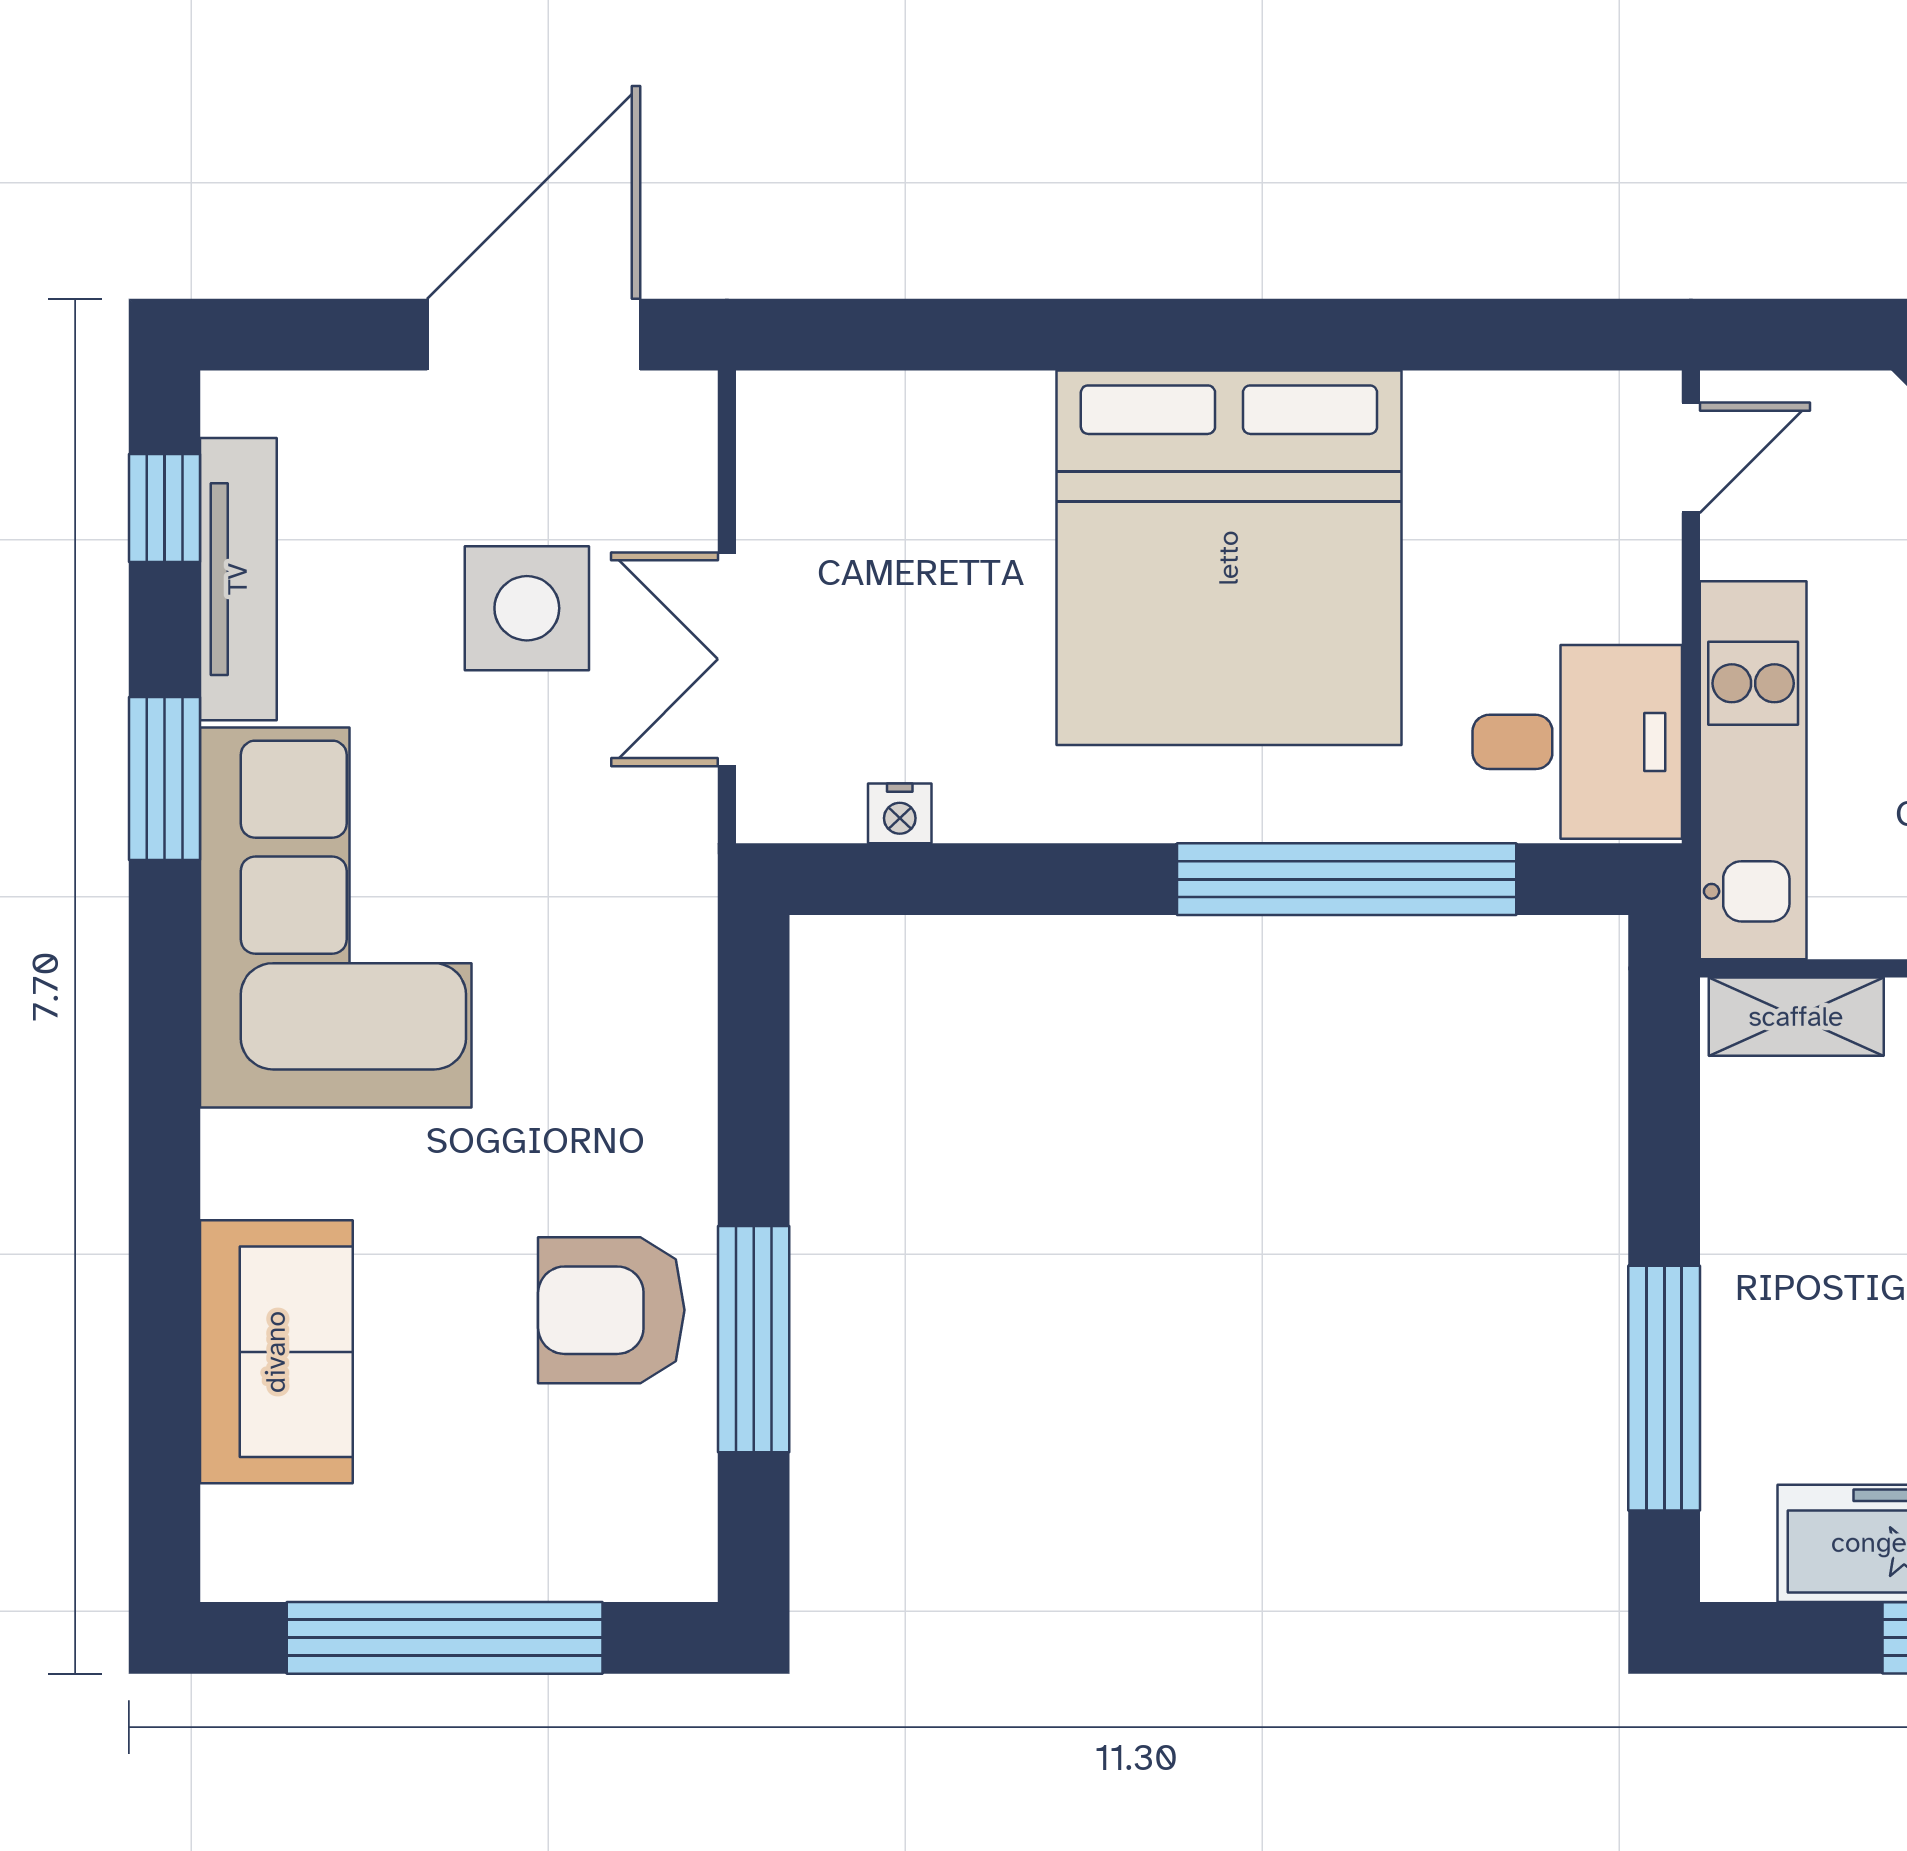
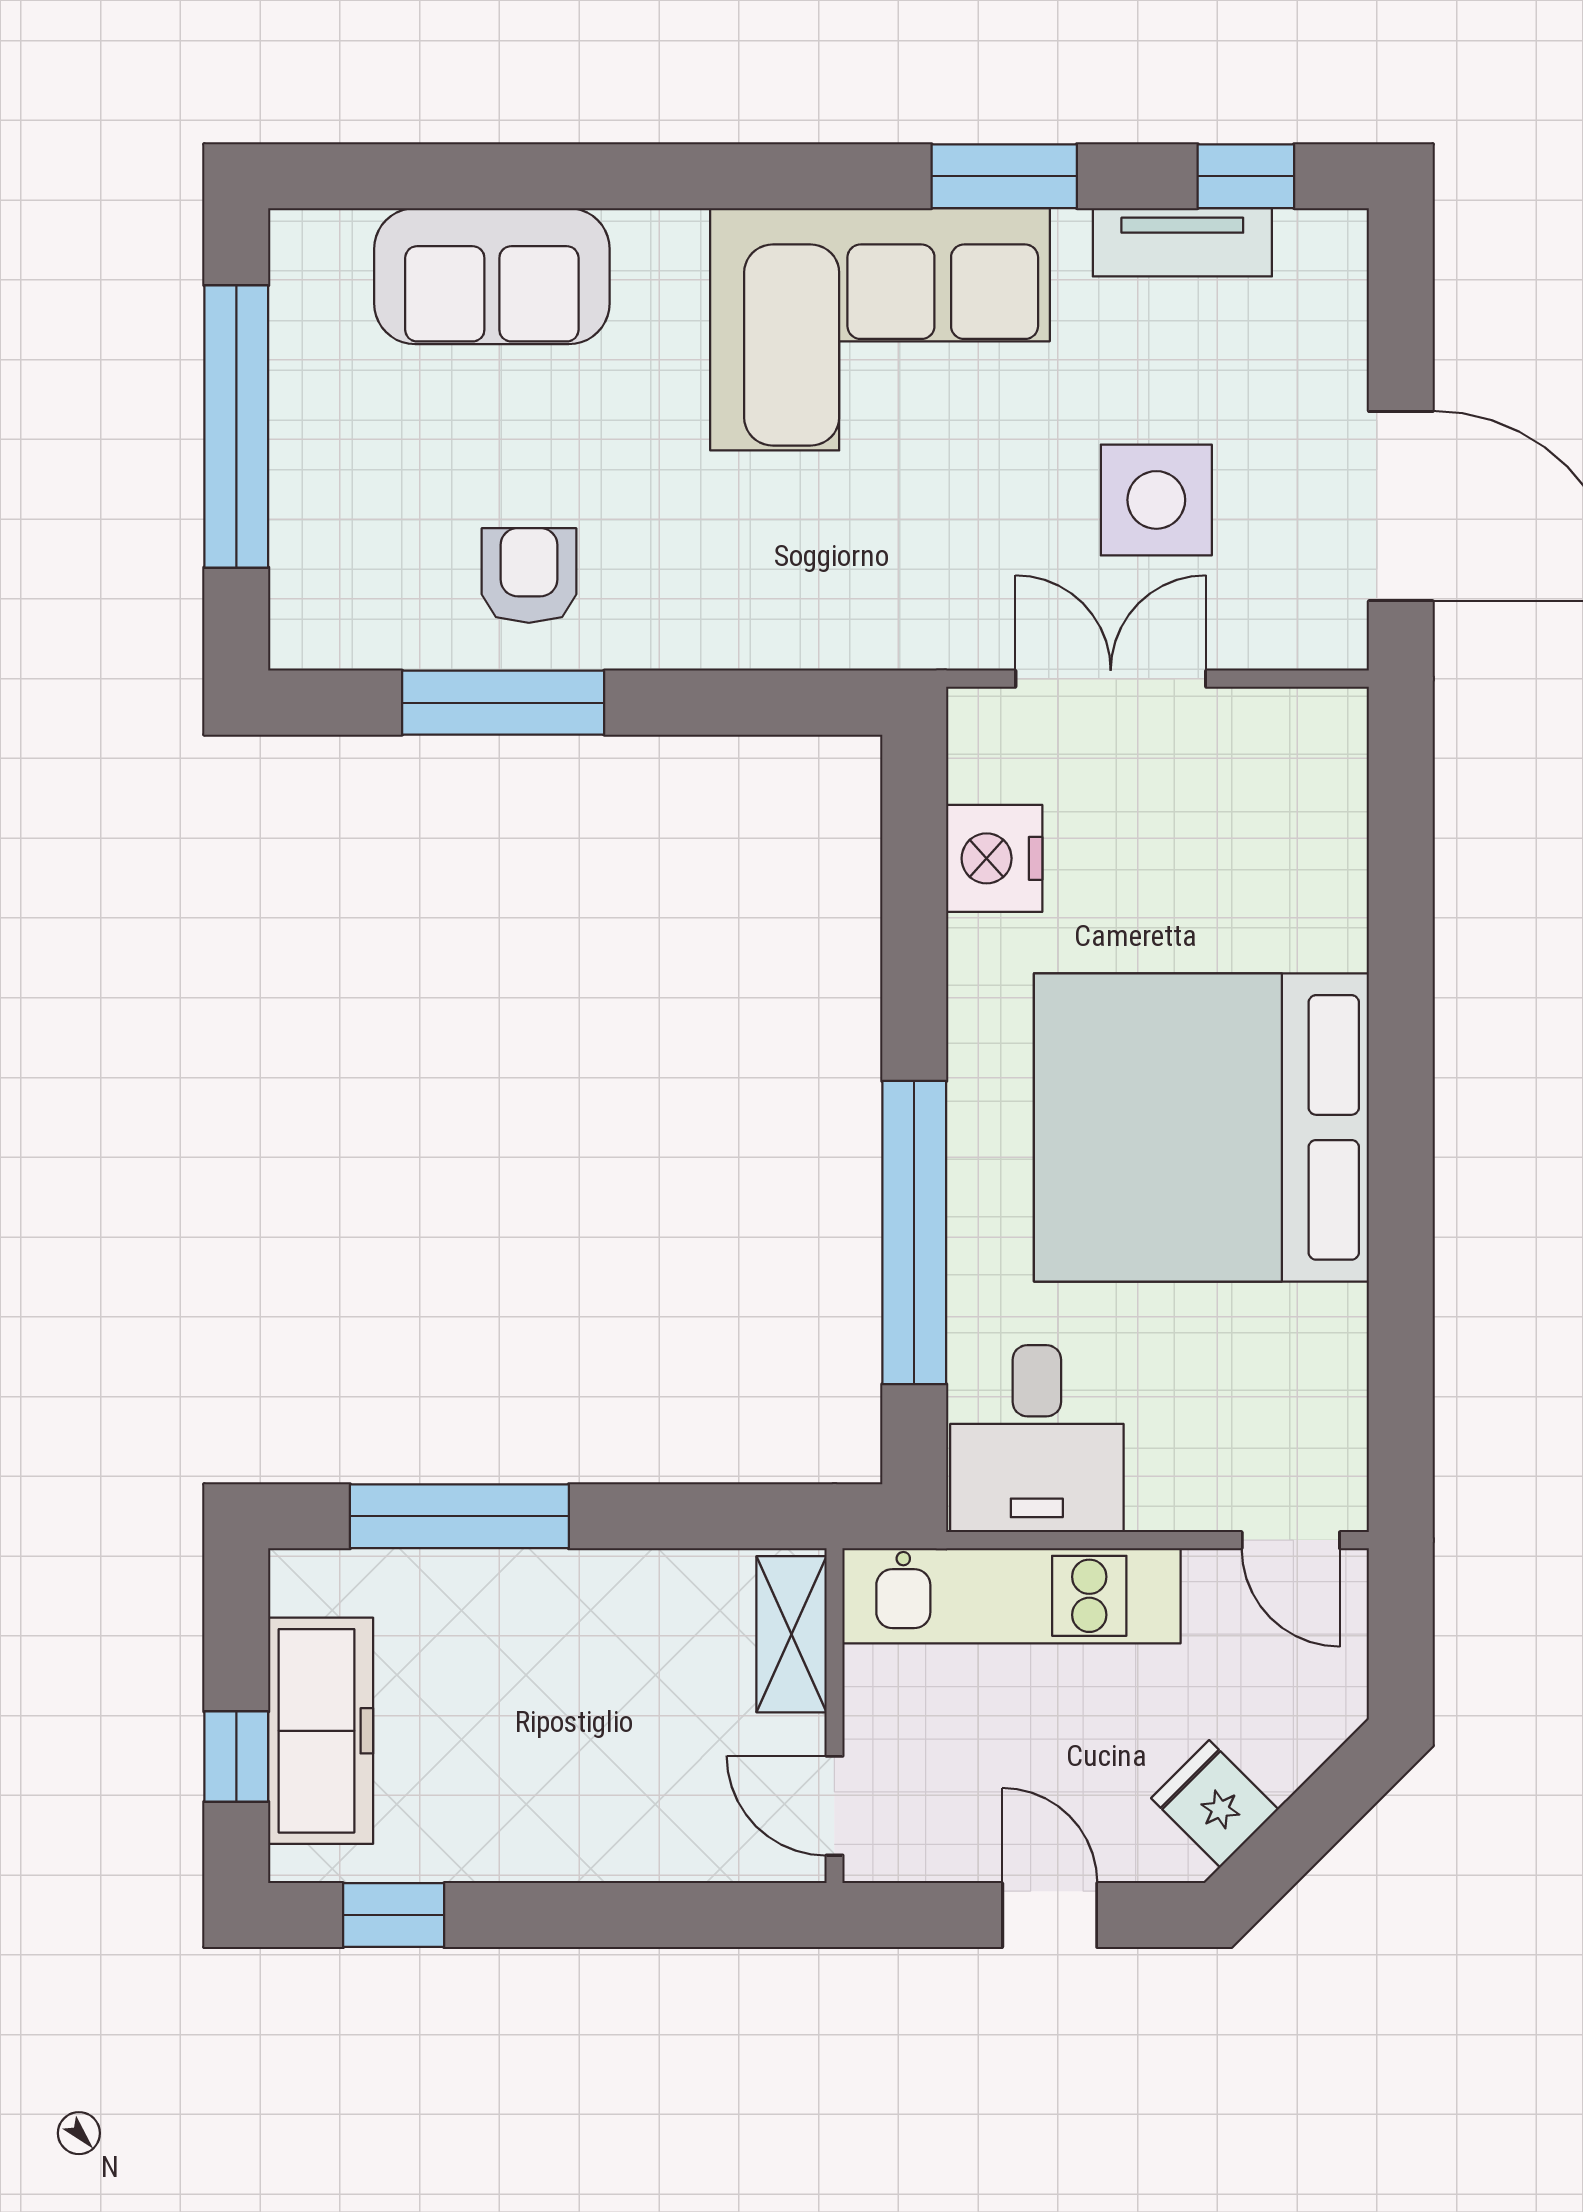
tv unit: (238, 579) -> (1182, 242), width x0.71
nightstand: (900, 813) -> (994, 858), width x1.89, depth x1.79
armchair: (611, 1310) -> (529, 575), width x0.72, depth x0.72

